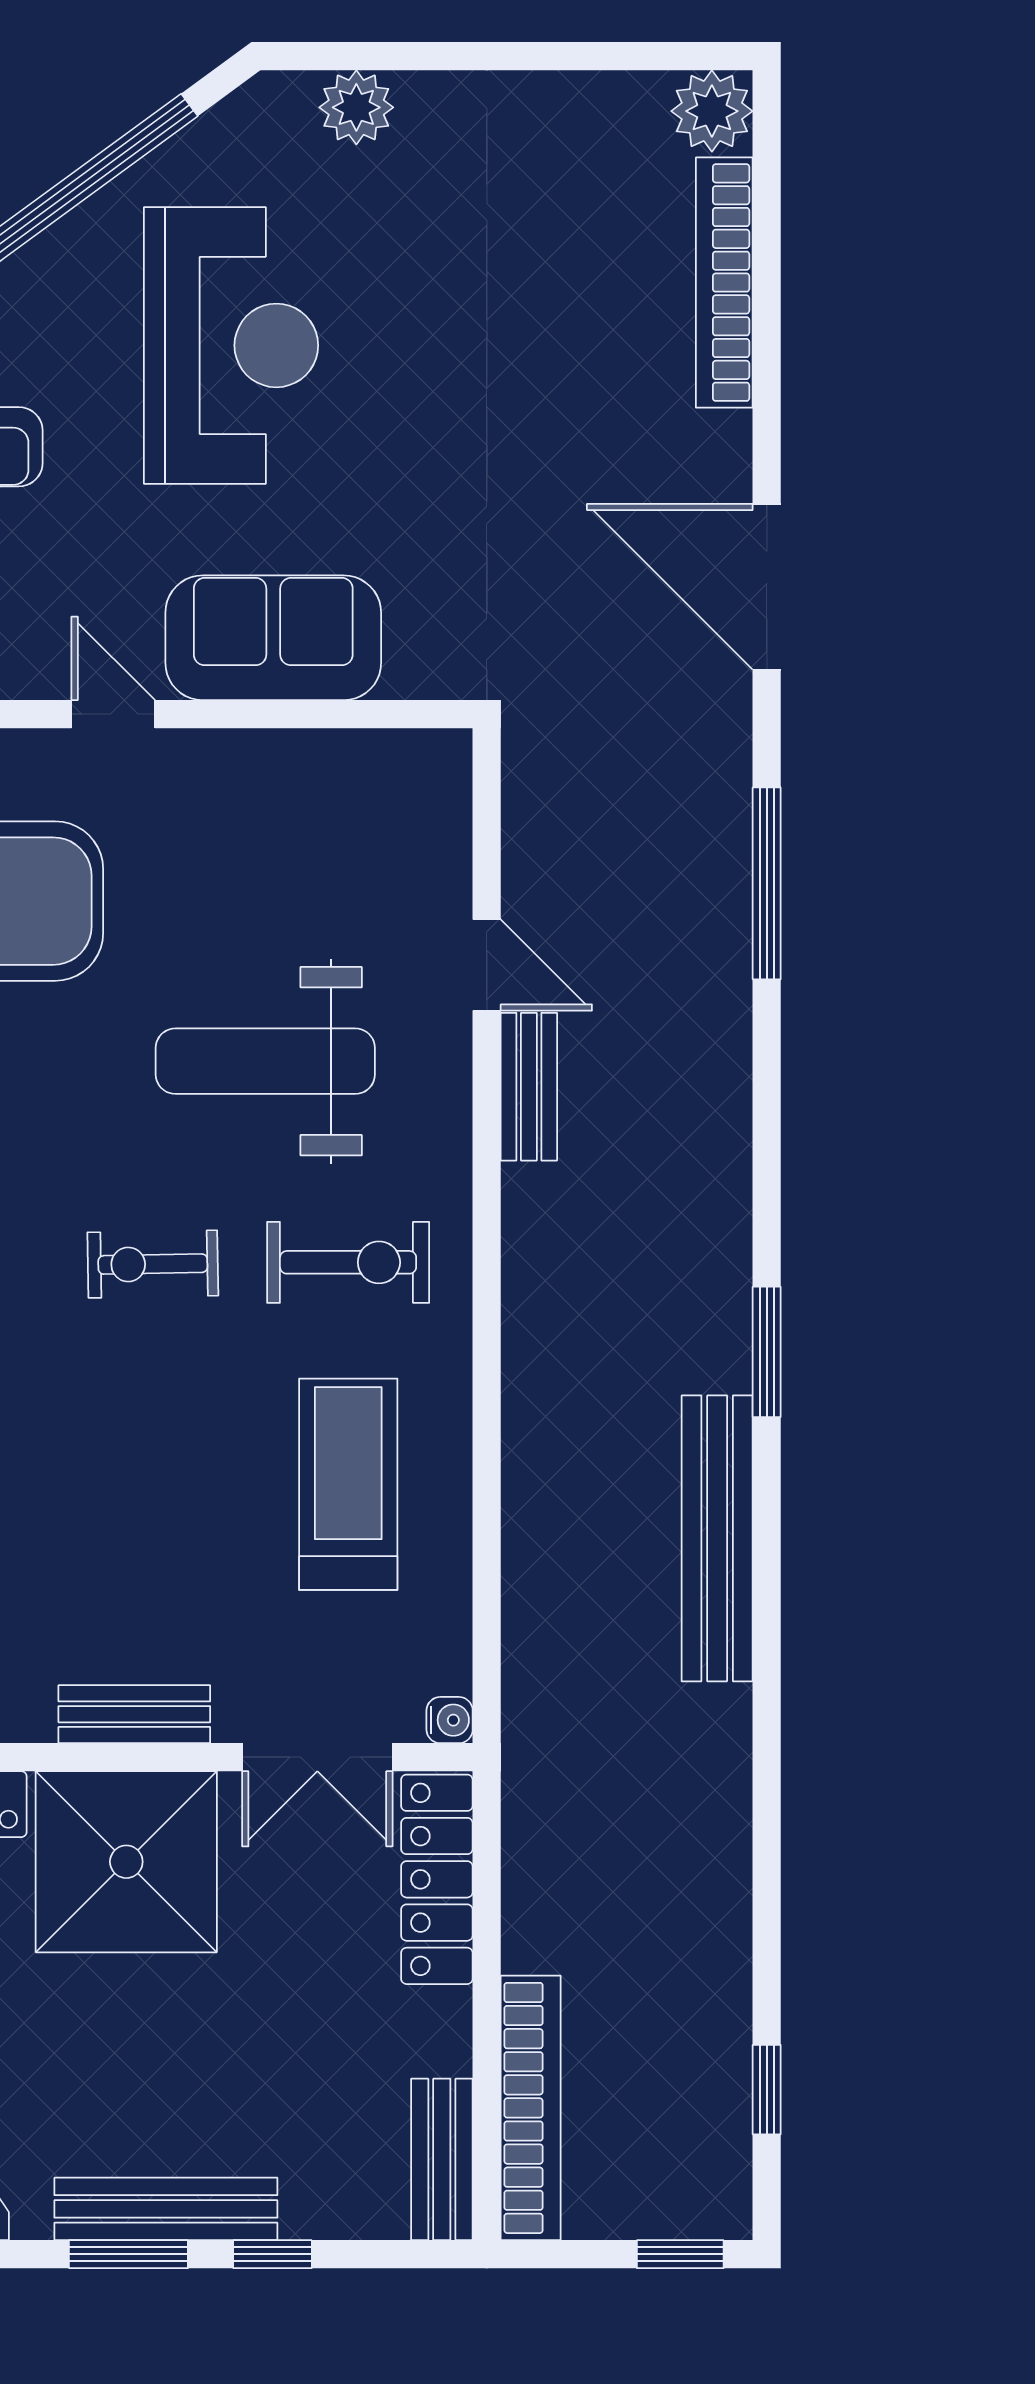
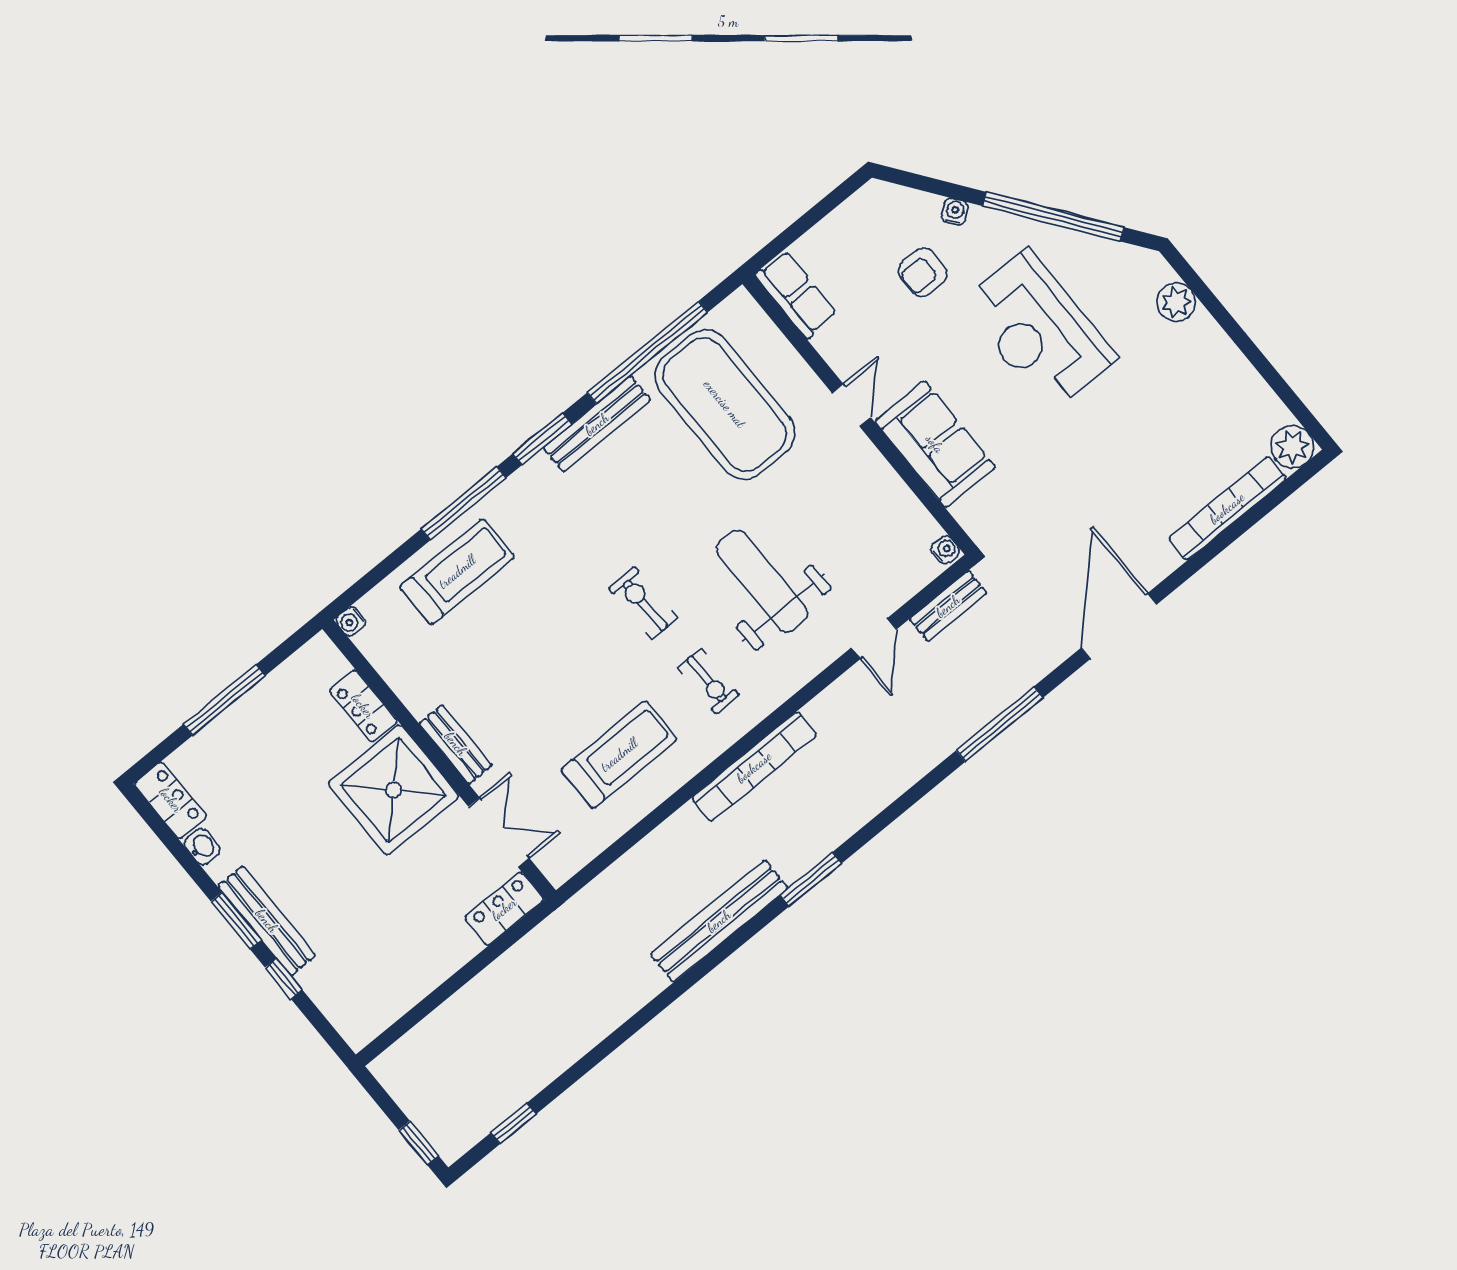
reception desk: (231, 345) -> (1039, 331), turned 90
bench: (529, 1087) -> (948, 606), moved
exercise bike: (348, 1262) -> (708, 681), width x0.73, depth x0.72
water cooler: (450, 1720) -> (945, 550), moved, turned -90
double door: (317, 1757) -> (499, 832), swing flipped
locker: (437, 1879) -> (504, 909), width x0.66
bookcase: (531, 2108) -> (754, 767), moved
bench: (442, 2159) -> (378, 1016), removed

